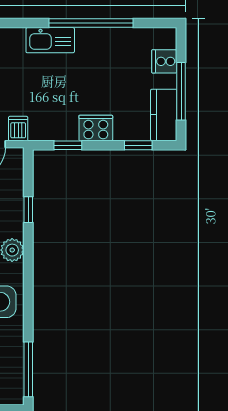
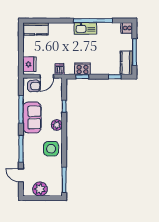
kitchen sink: (50, 40) -> (85, 28), moved
cooker: (164, 61) -> (127, 28), moved
cooker: (96, 128) -> (83, 69), moved

